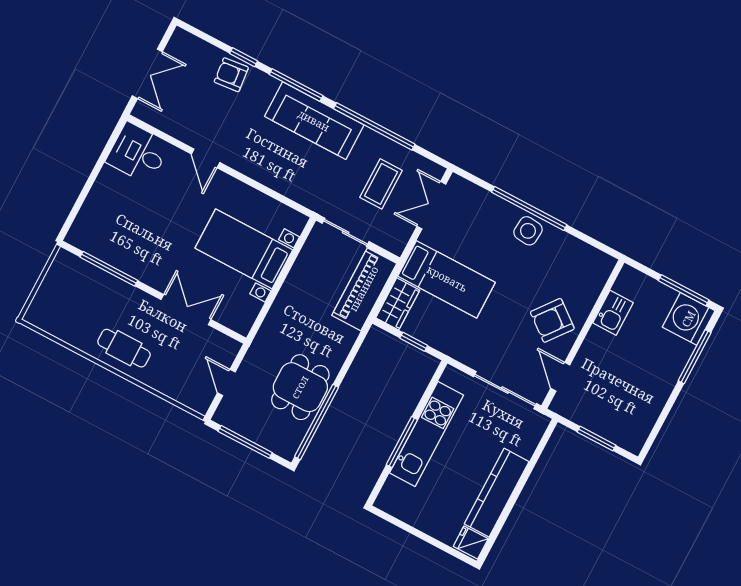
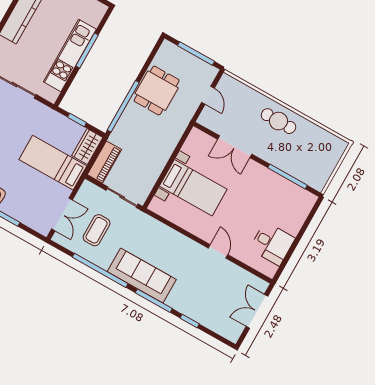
armchair: (231, 75) -> (199, 309), removed
desk: (138, 153) -> (272, 244), moved
piano: (364, 289) -> (104, 162), width x0.73, depth x0.75
window: (317, 422) -> (123, 106), moved

